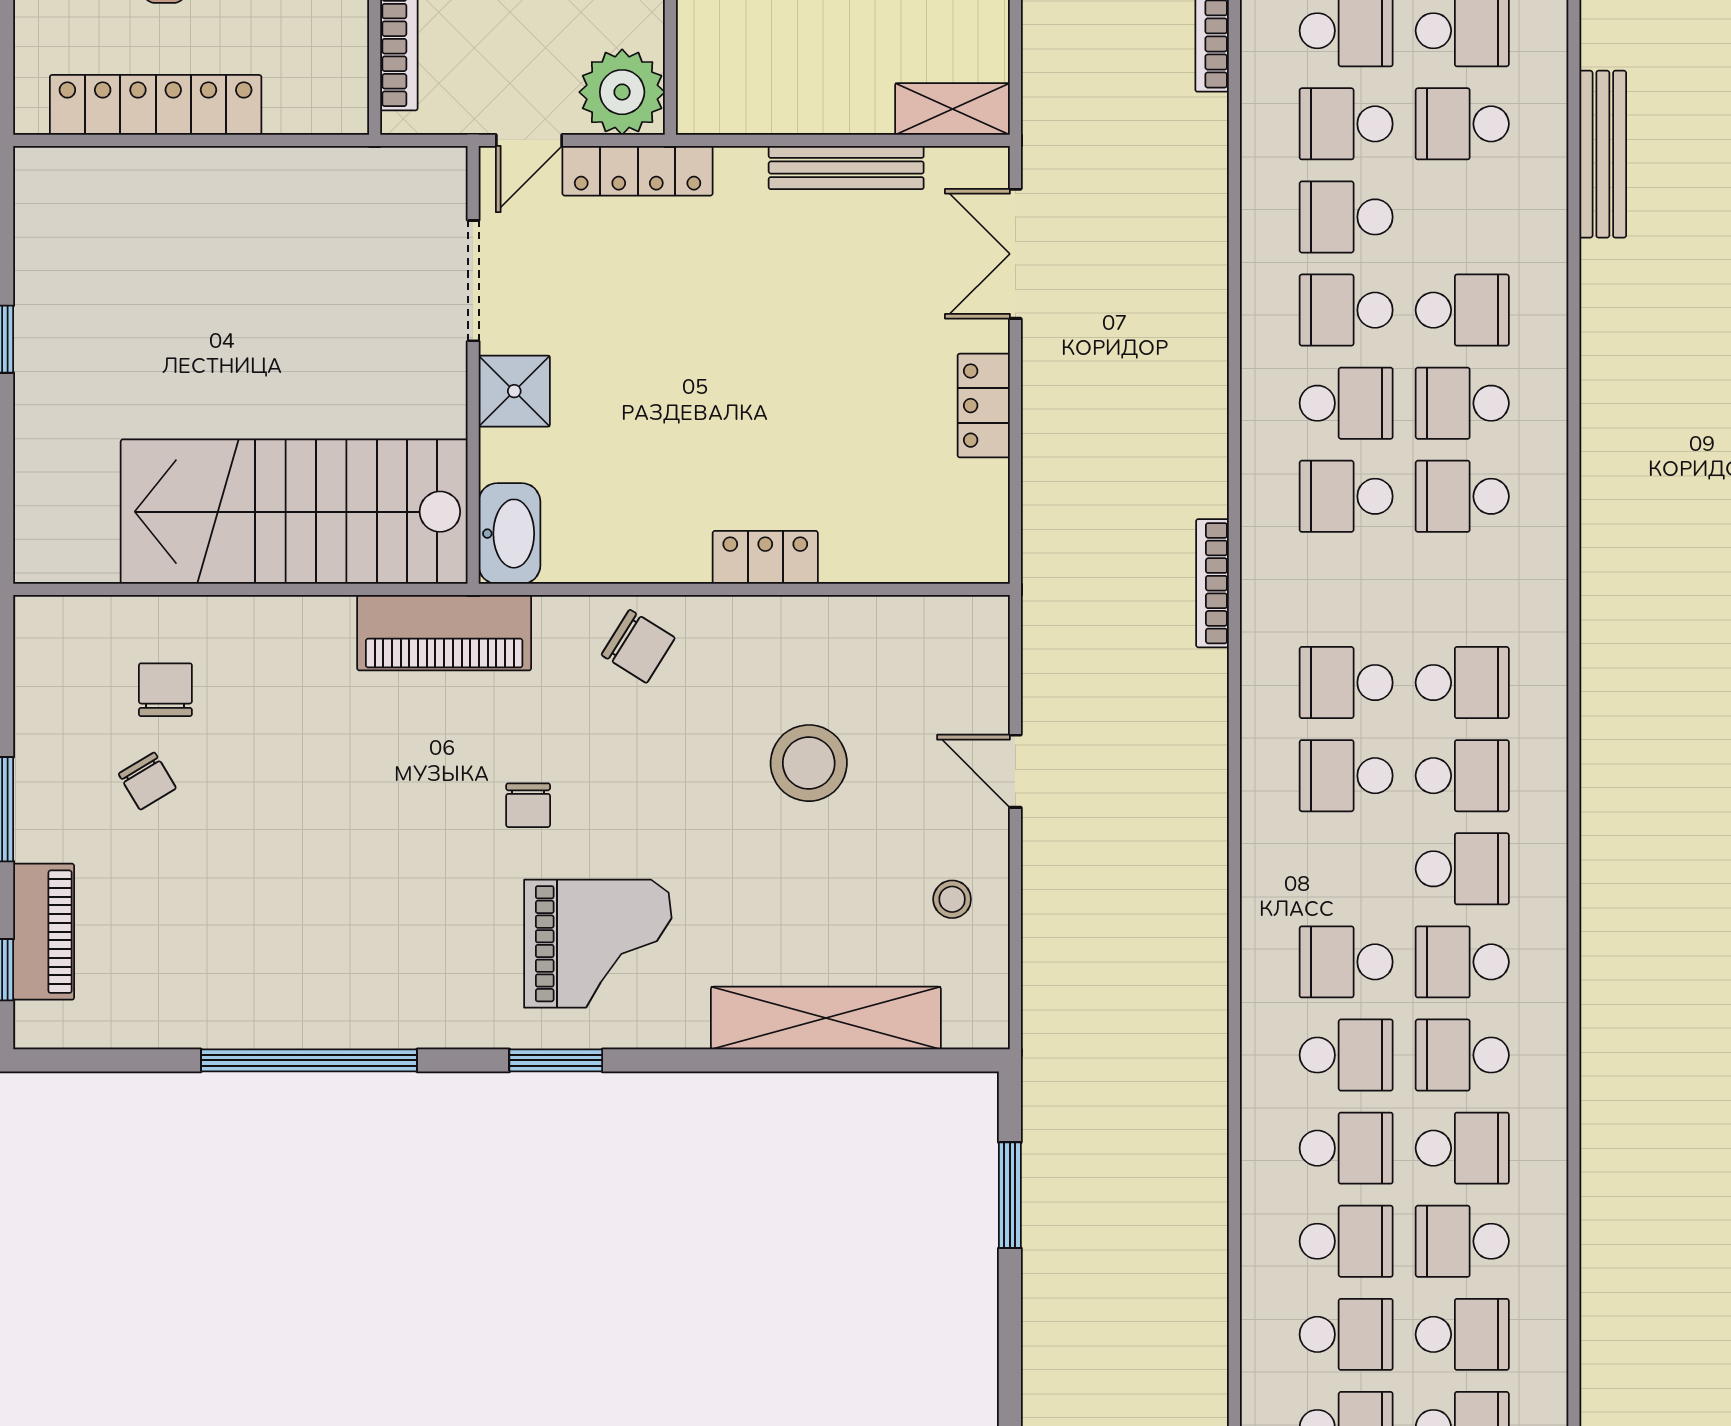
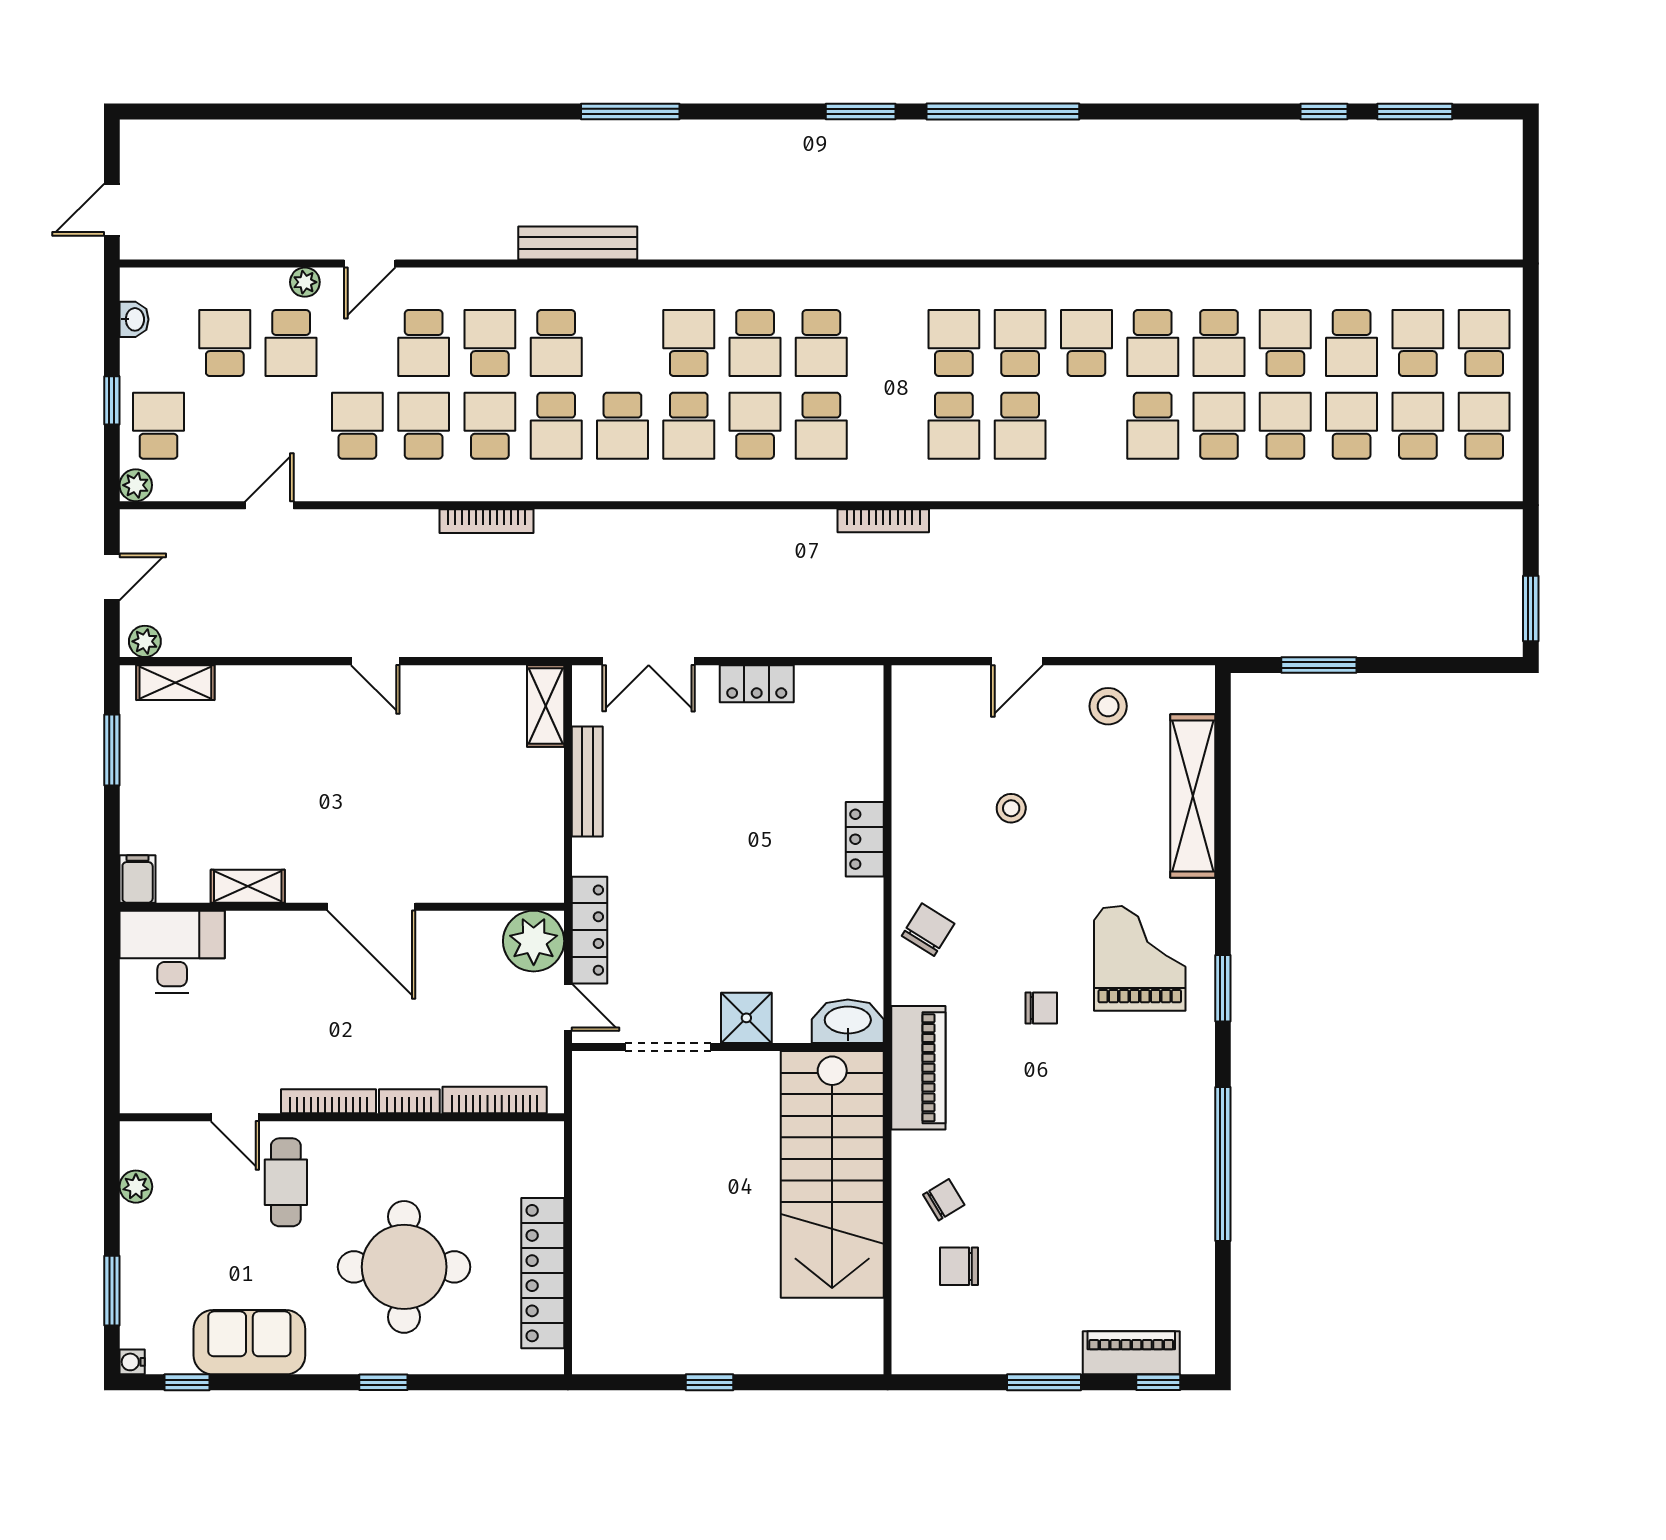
stool: (809, 763) -> (1011, 808), width x0.53, depth x0.53
chair: (147, 781) -> (944, 1200), moved
stool: (952, 899) -> (1108, 706), width x1.37, depth x1.37

